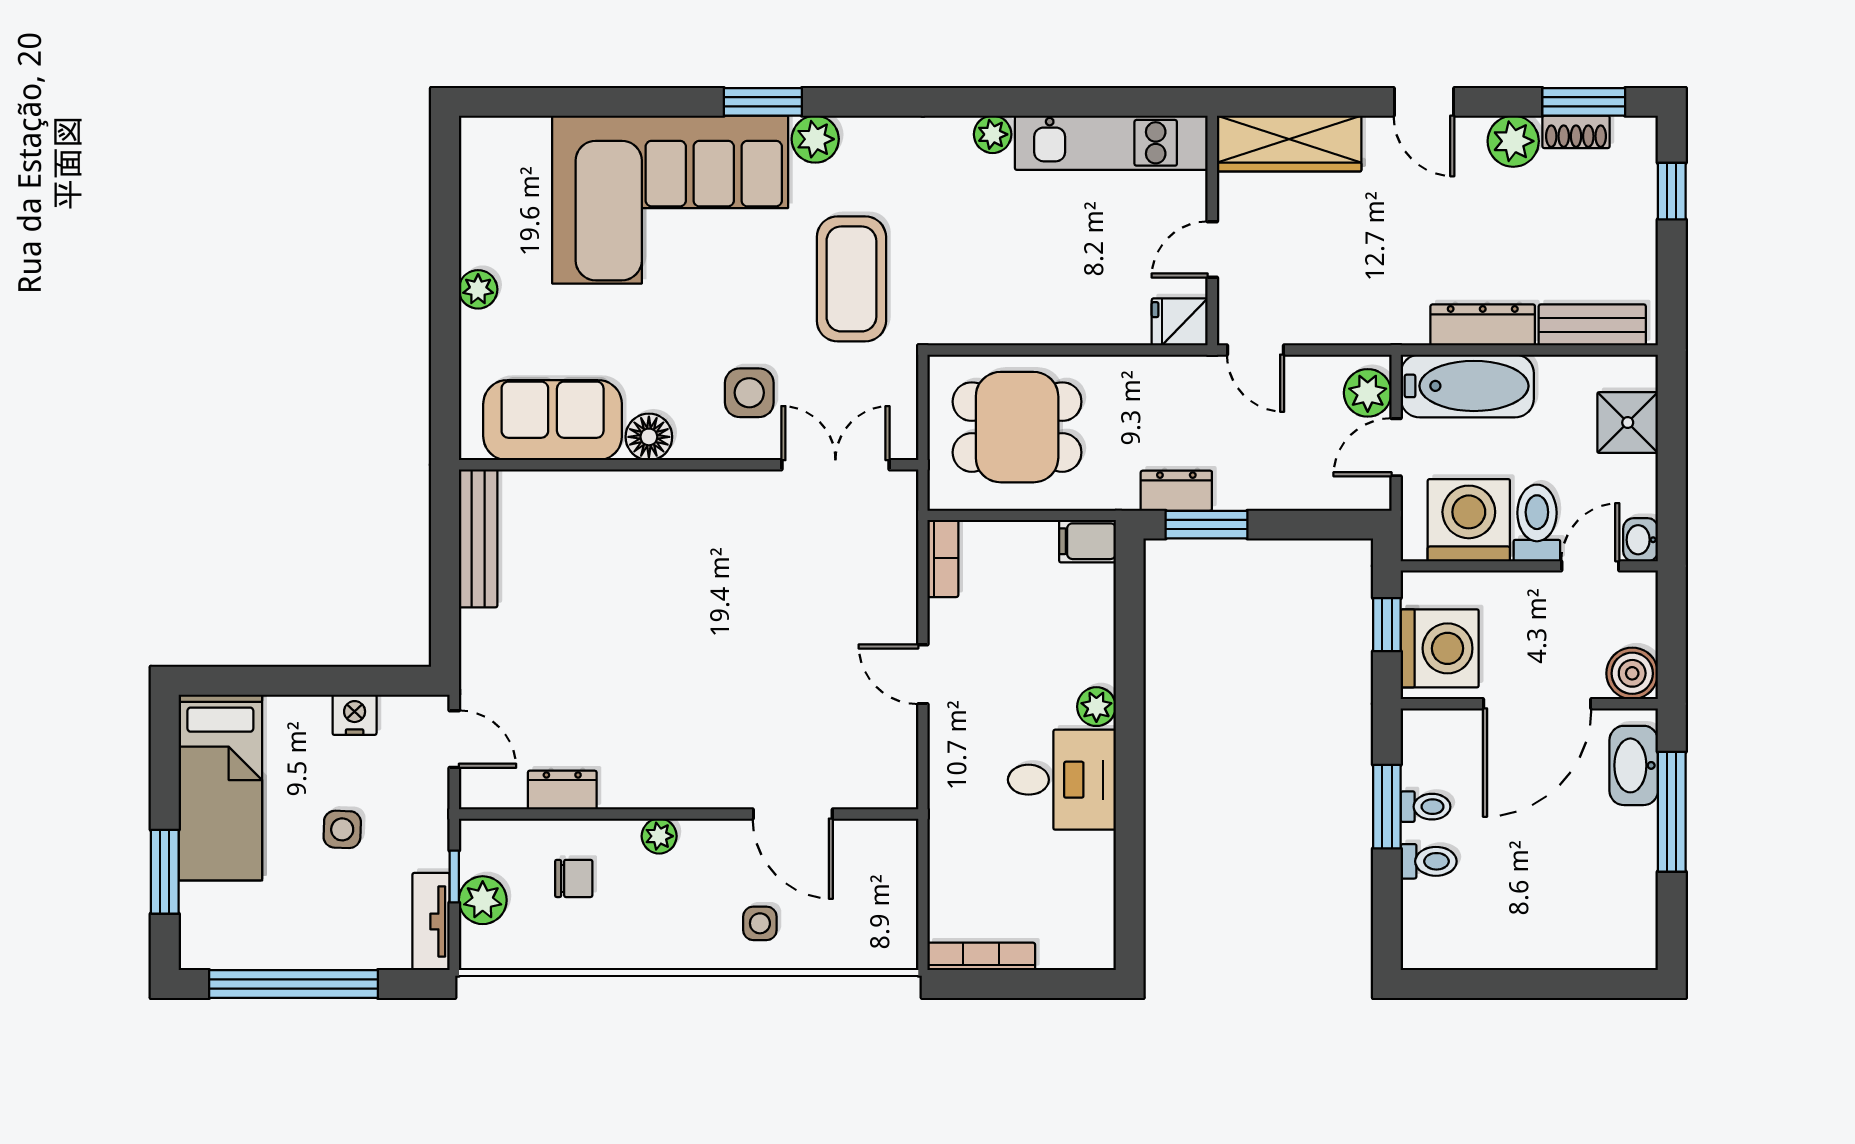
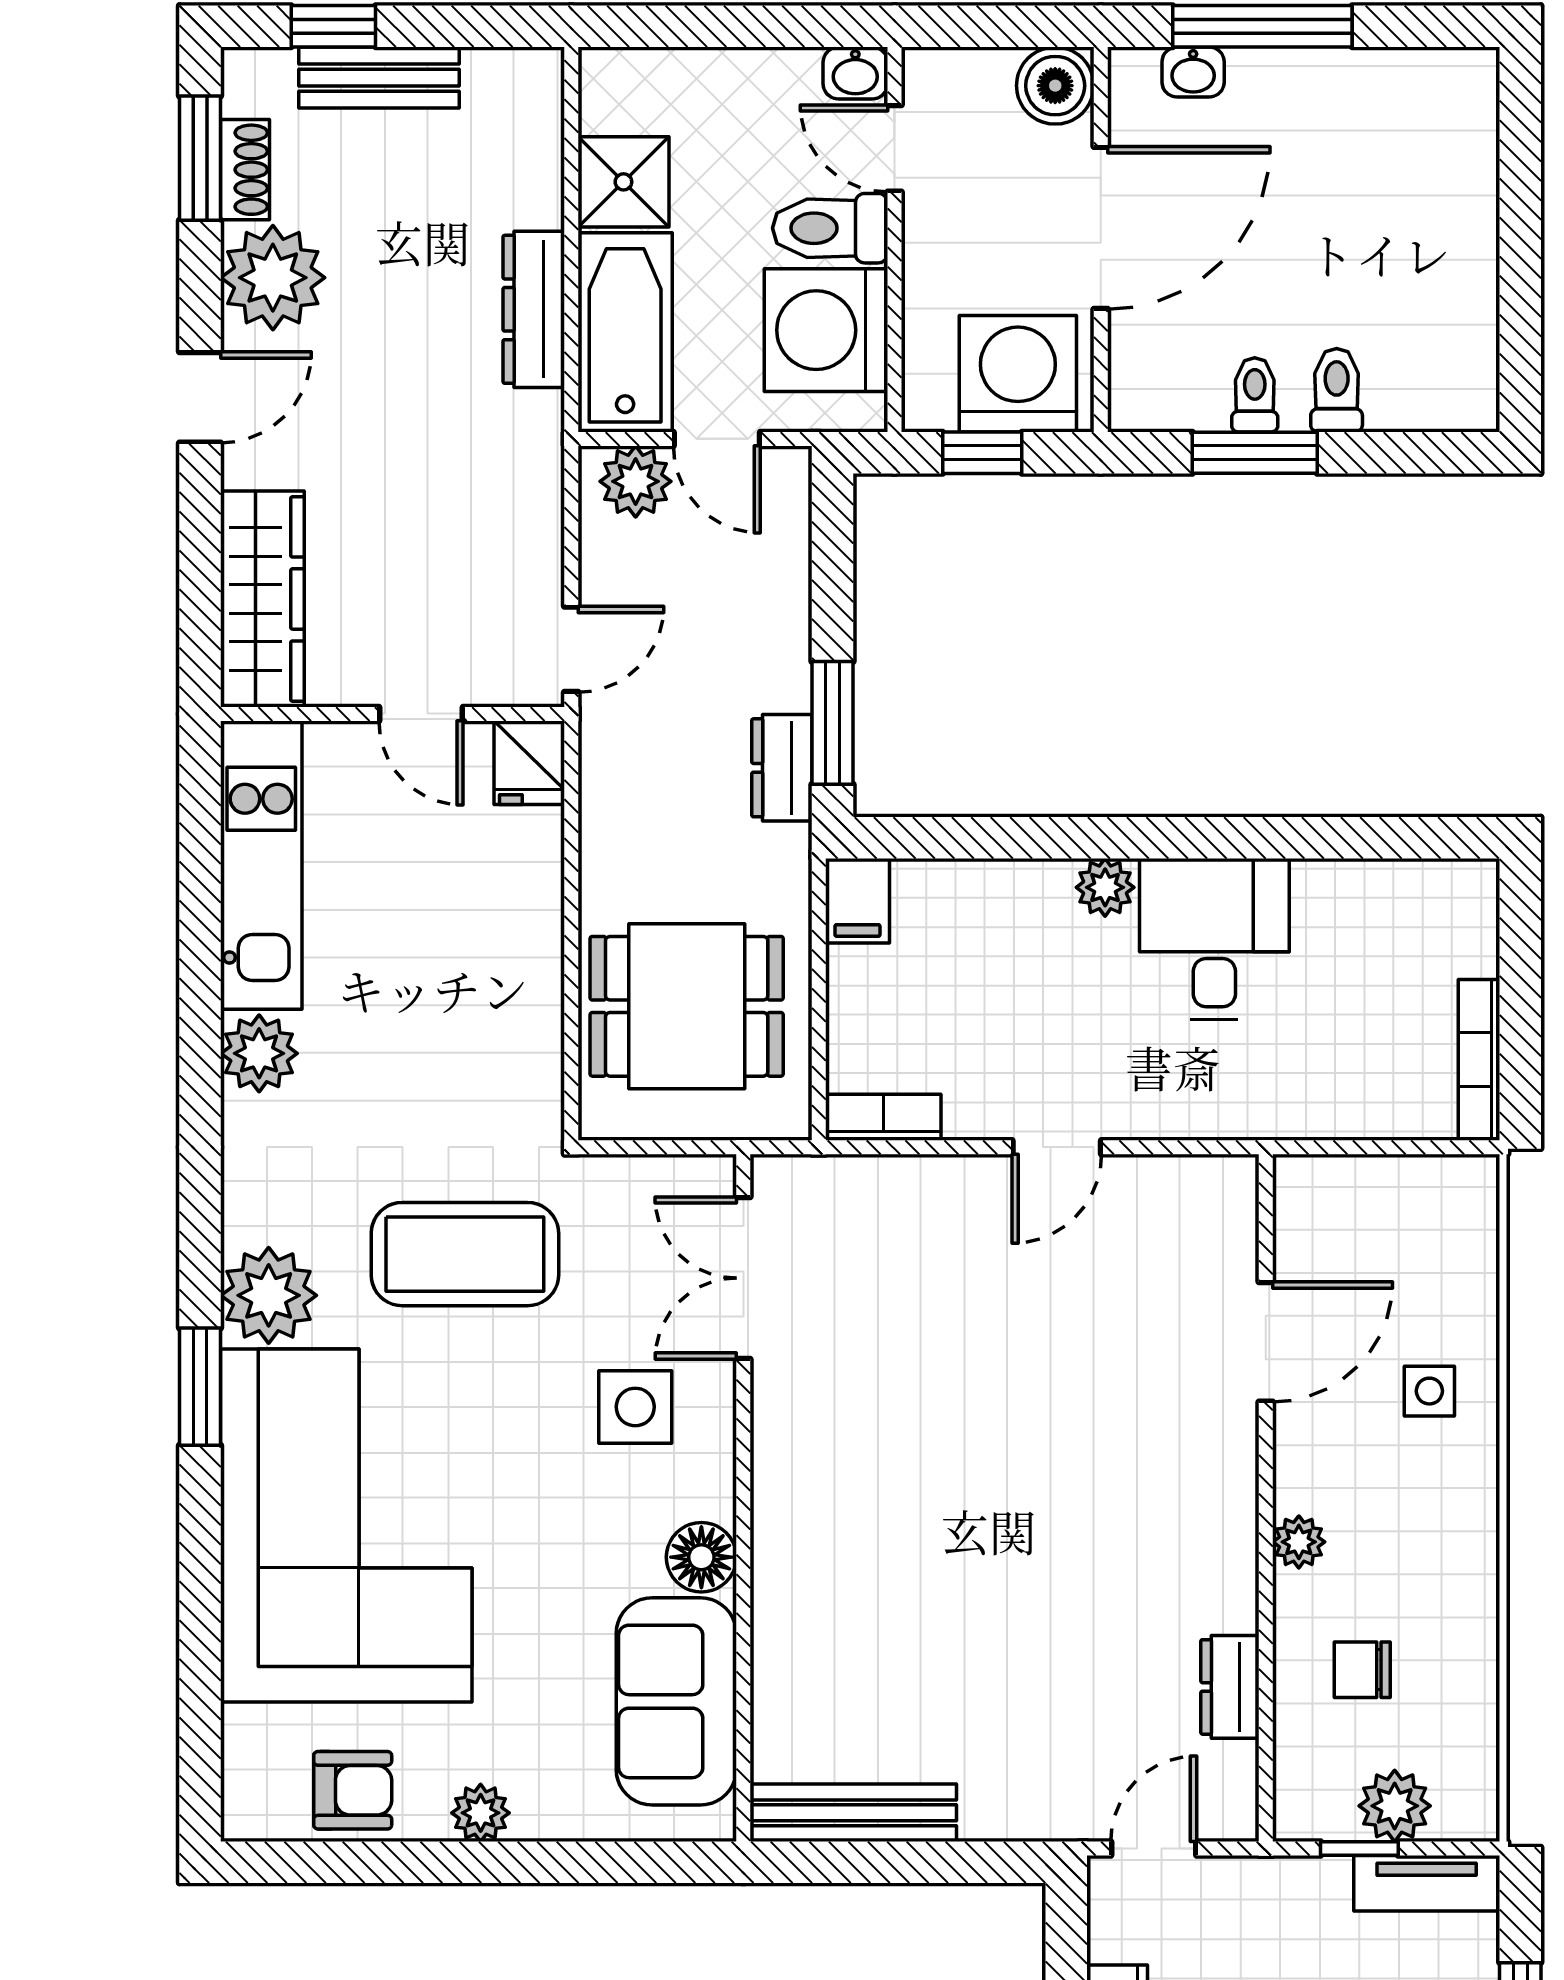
plant: (993, 134) -> (259, 1053), width x1.38, depth x1.38
plant: (815, 139) -> (269, 1295), width x1.36, depth x1.36
plant: (1513, 141) -> (273, 278), width x1.36, depth x1.36
armchair: (493, 204) -> (353, 1790), added
bench: (1592, 325) -> (379, 78), moved, turned 90
shower: (1628, 423) -> (623, 182), moved
dining table: (1017, 427) -> (687, 1006), turned 90
door: (1537, 704) -> (1101, 228), hinge flipped
washbasin: (1634, 765) -> (1193, 72), width x0.52, depth x0.69
chair: (574, 878) -> (1362, 1670), turned -90

